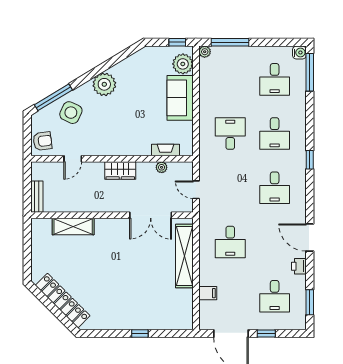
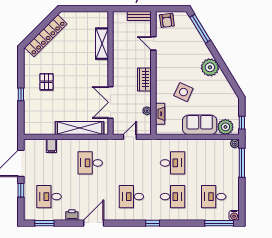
side table: (71, 113) -> (183, 92), moved
desk: (275, 134) -> (173, 197), turned 180
bench: (37, 197) -> (139, 16), moved
pallet: (123, 300) -> (46, 82), added

